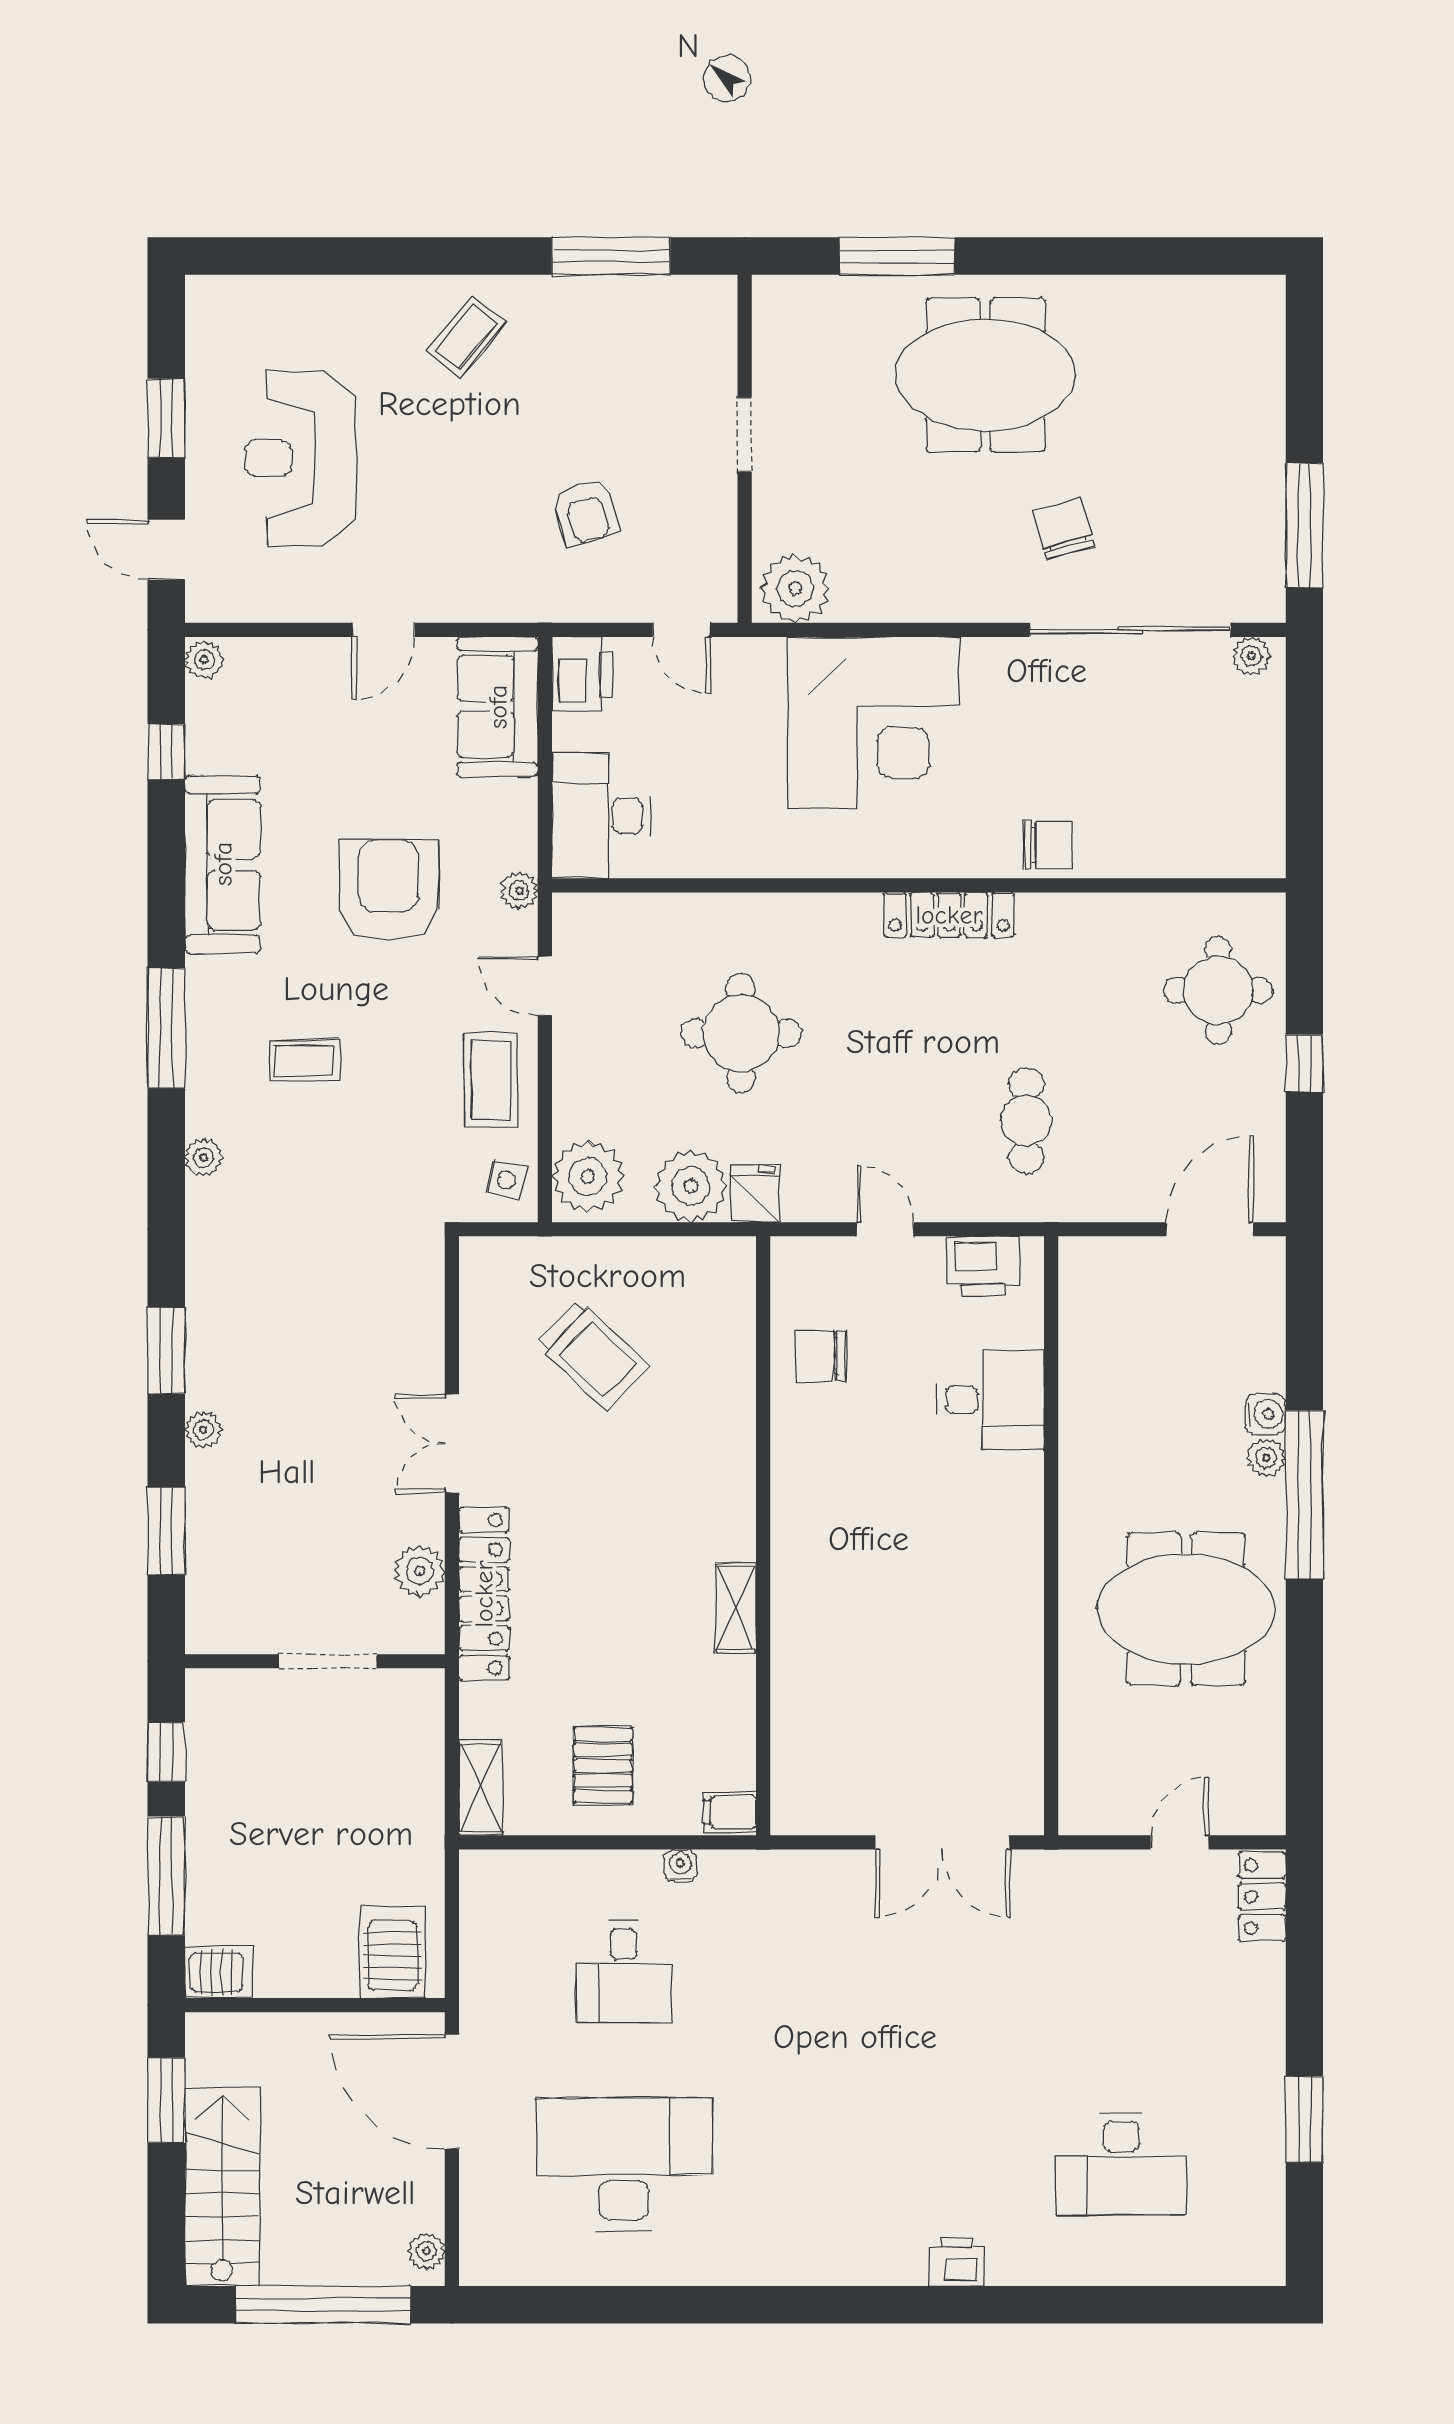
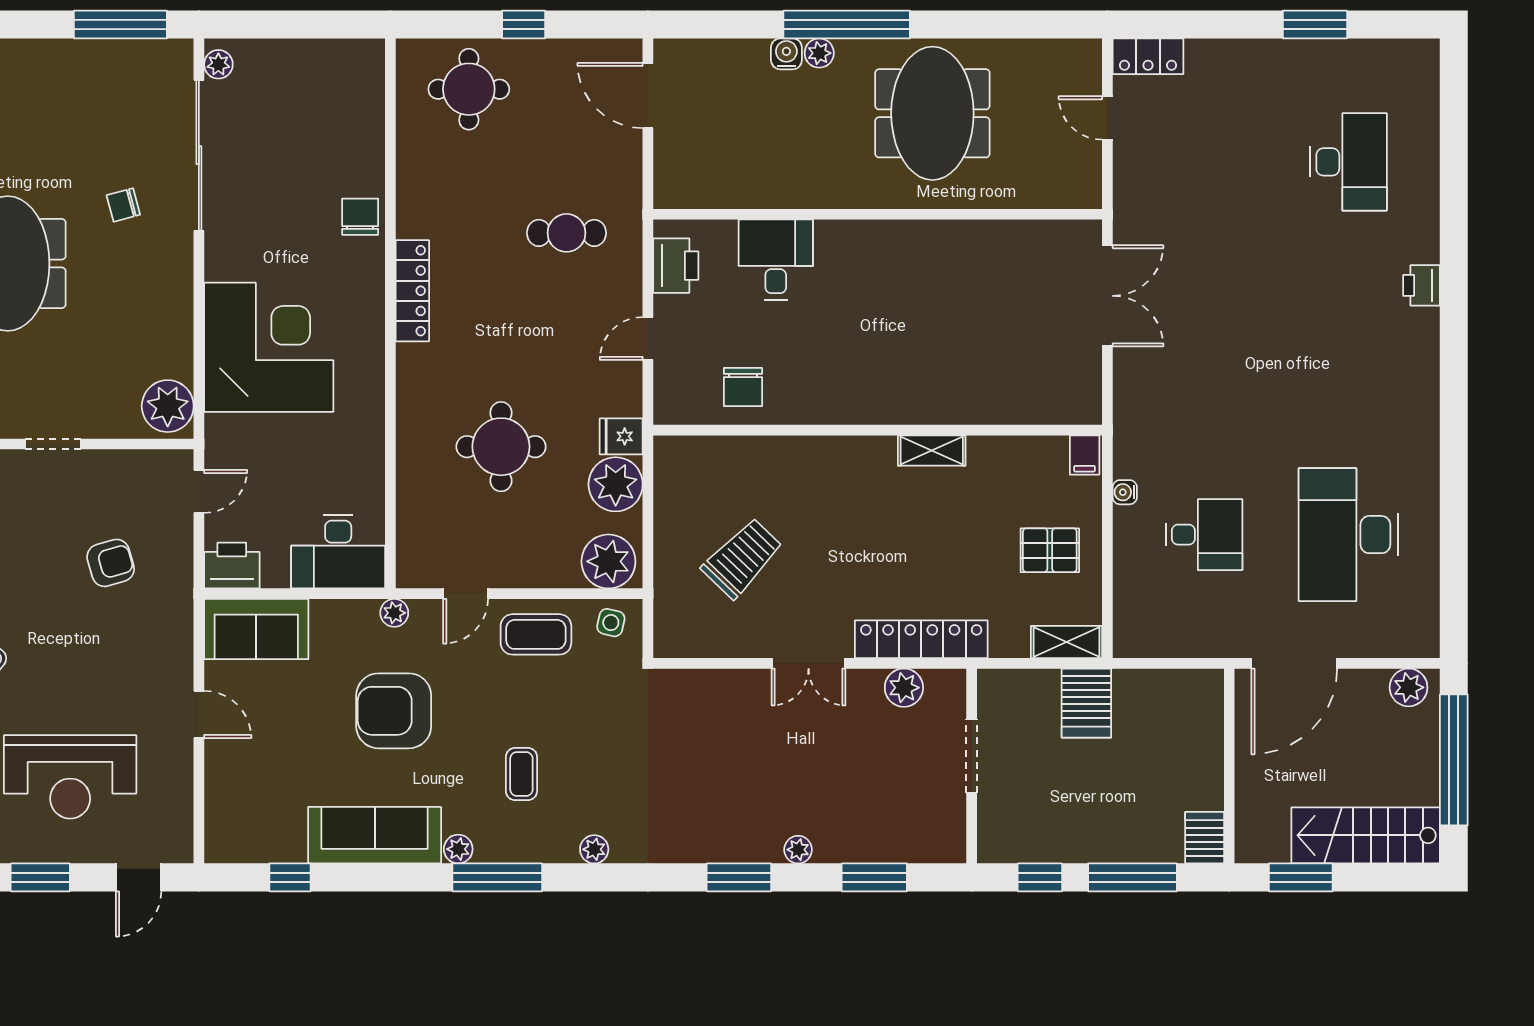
chair: (1064, 529) -> (123, 205), width x0.73, depth x0.73
plant: (204, 660) -> (458, 849), moved
server rack: (392, 1952) -> (1086, 703), moved, turned -90
plant: (427, 2251) -> (1409, 687), width x1.38, depth x1.38

